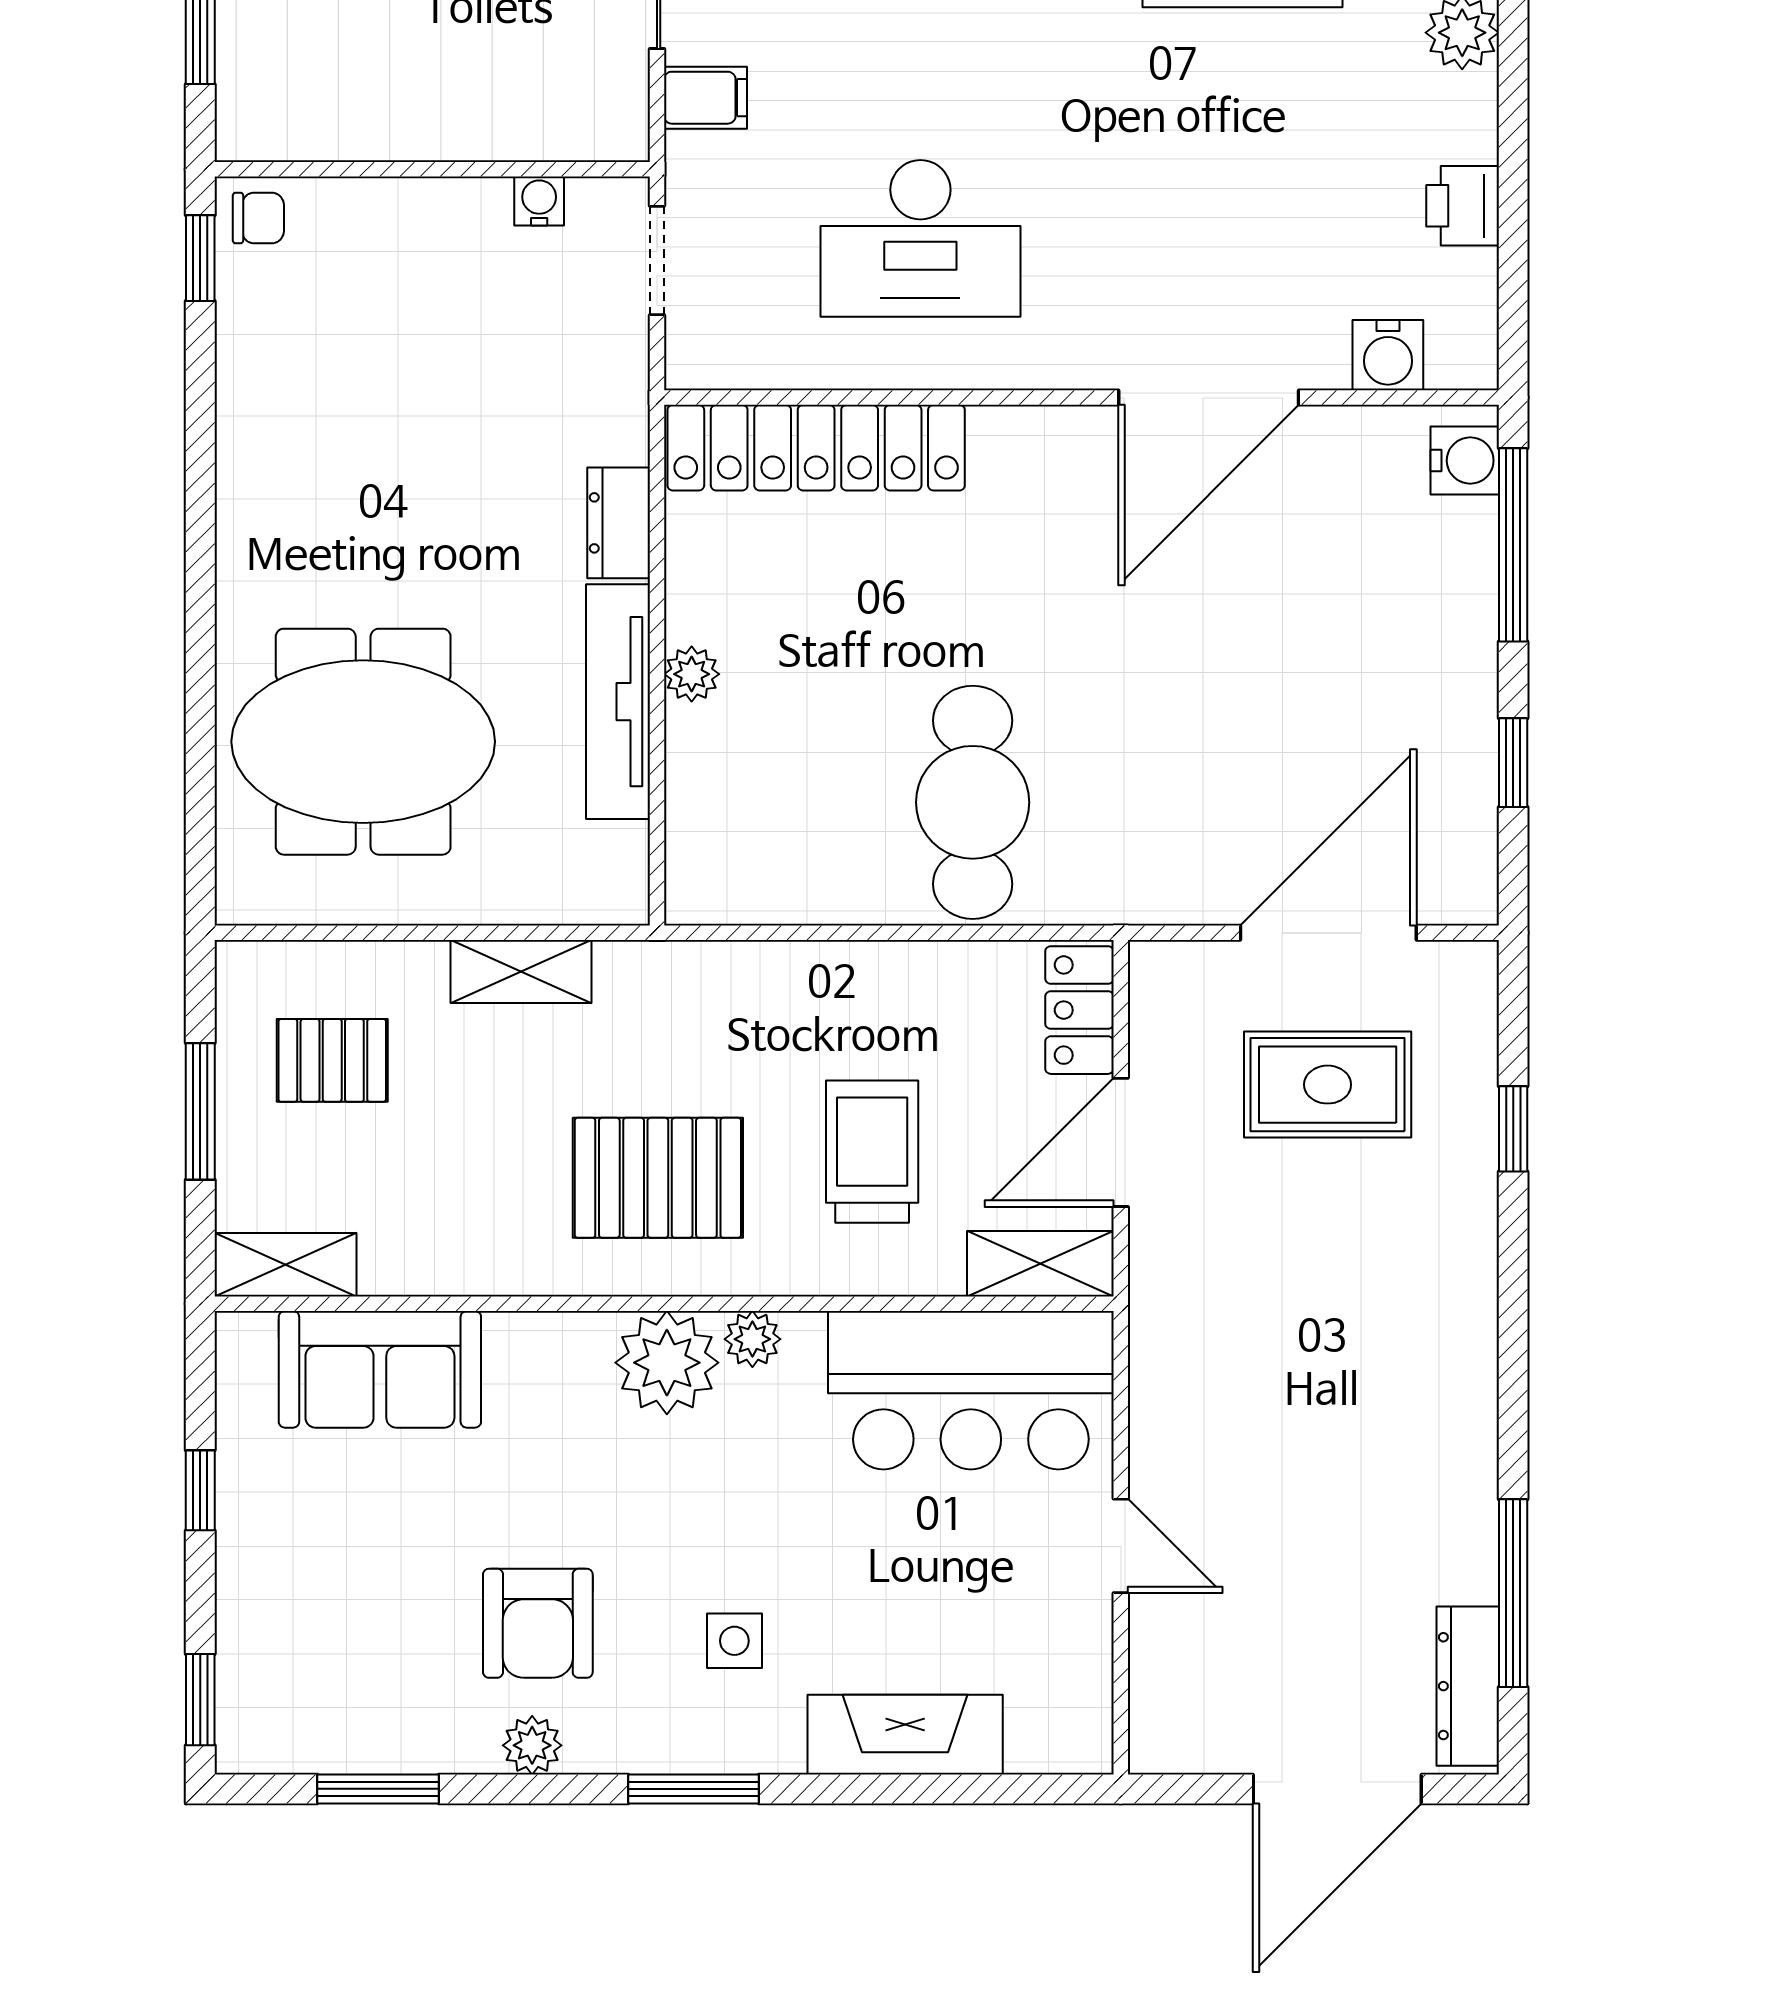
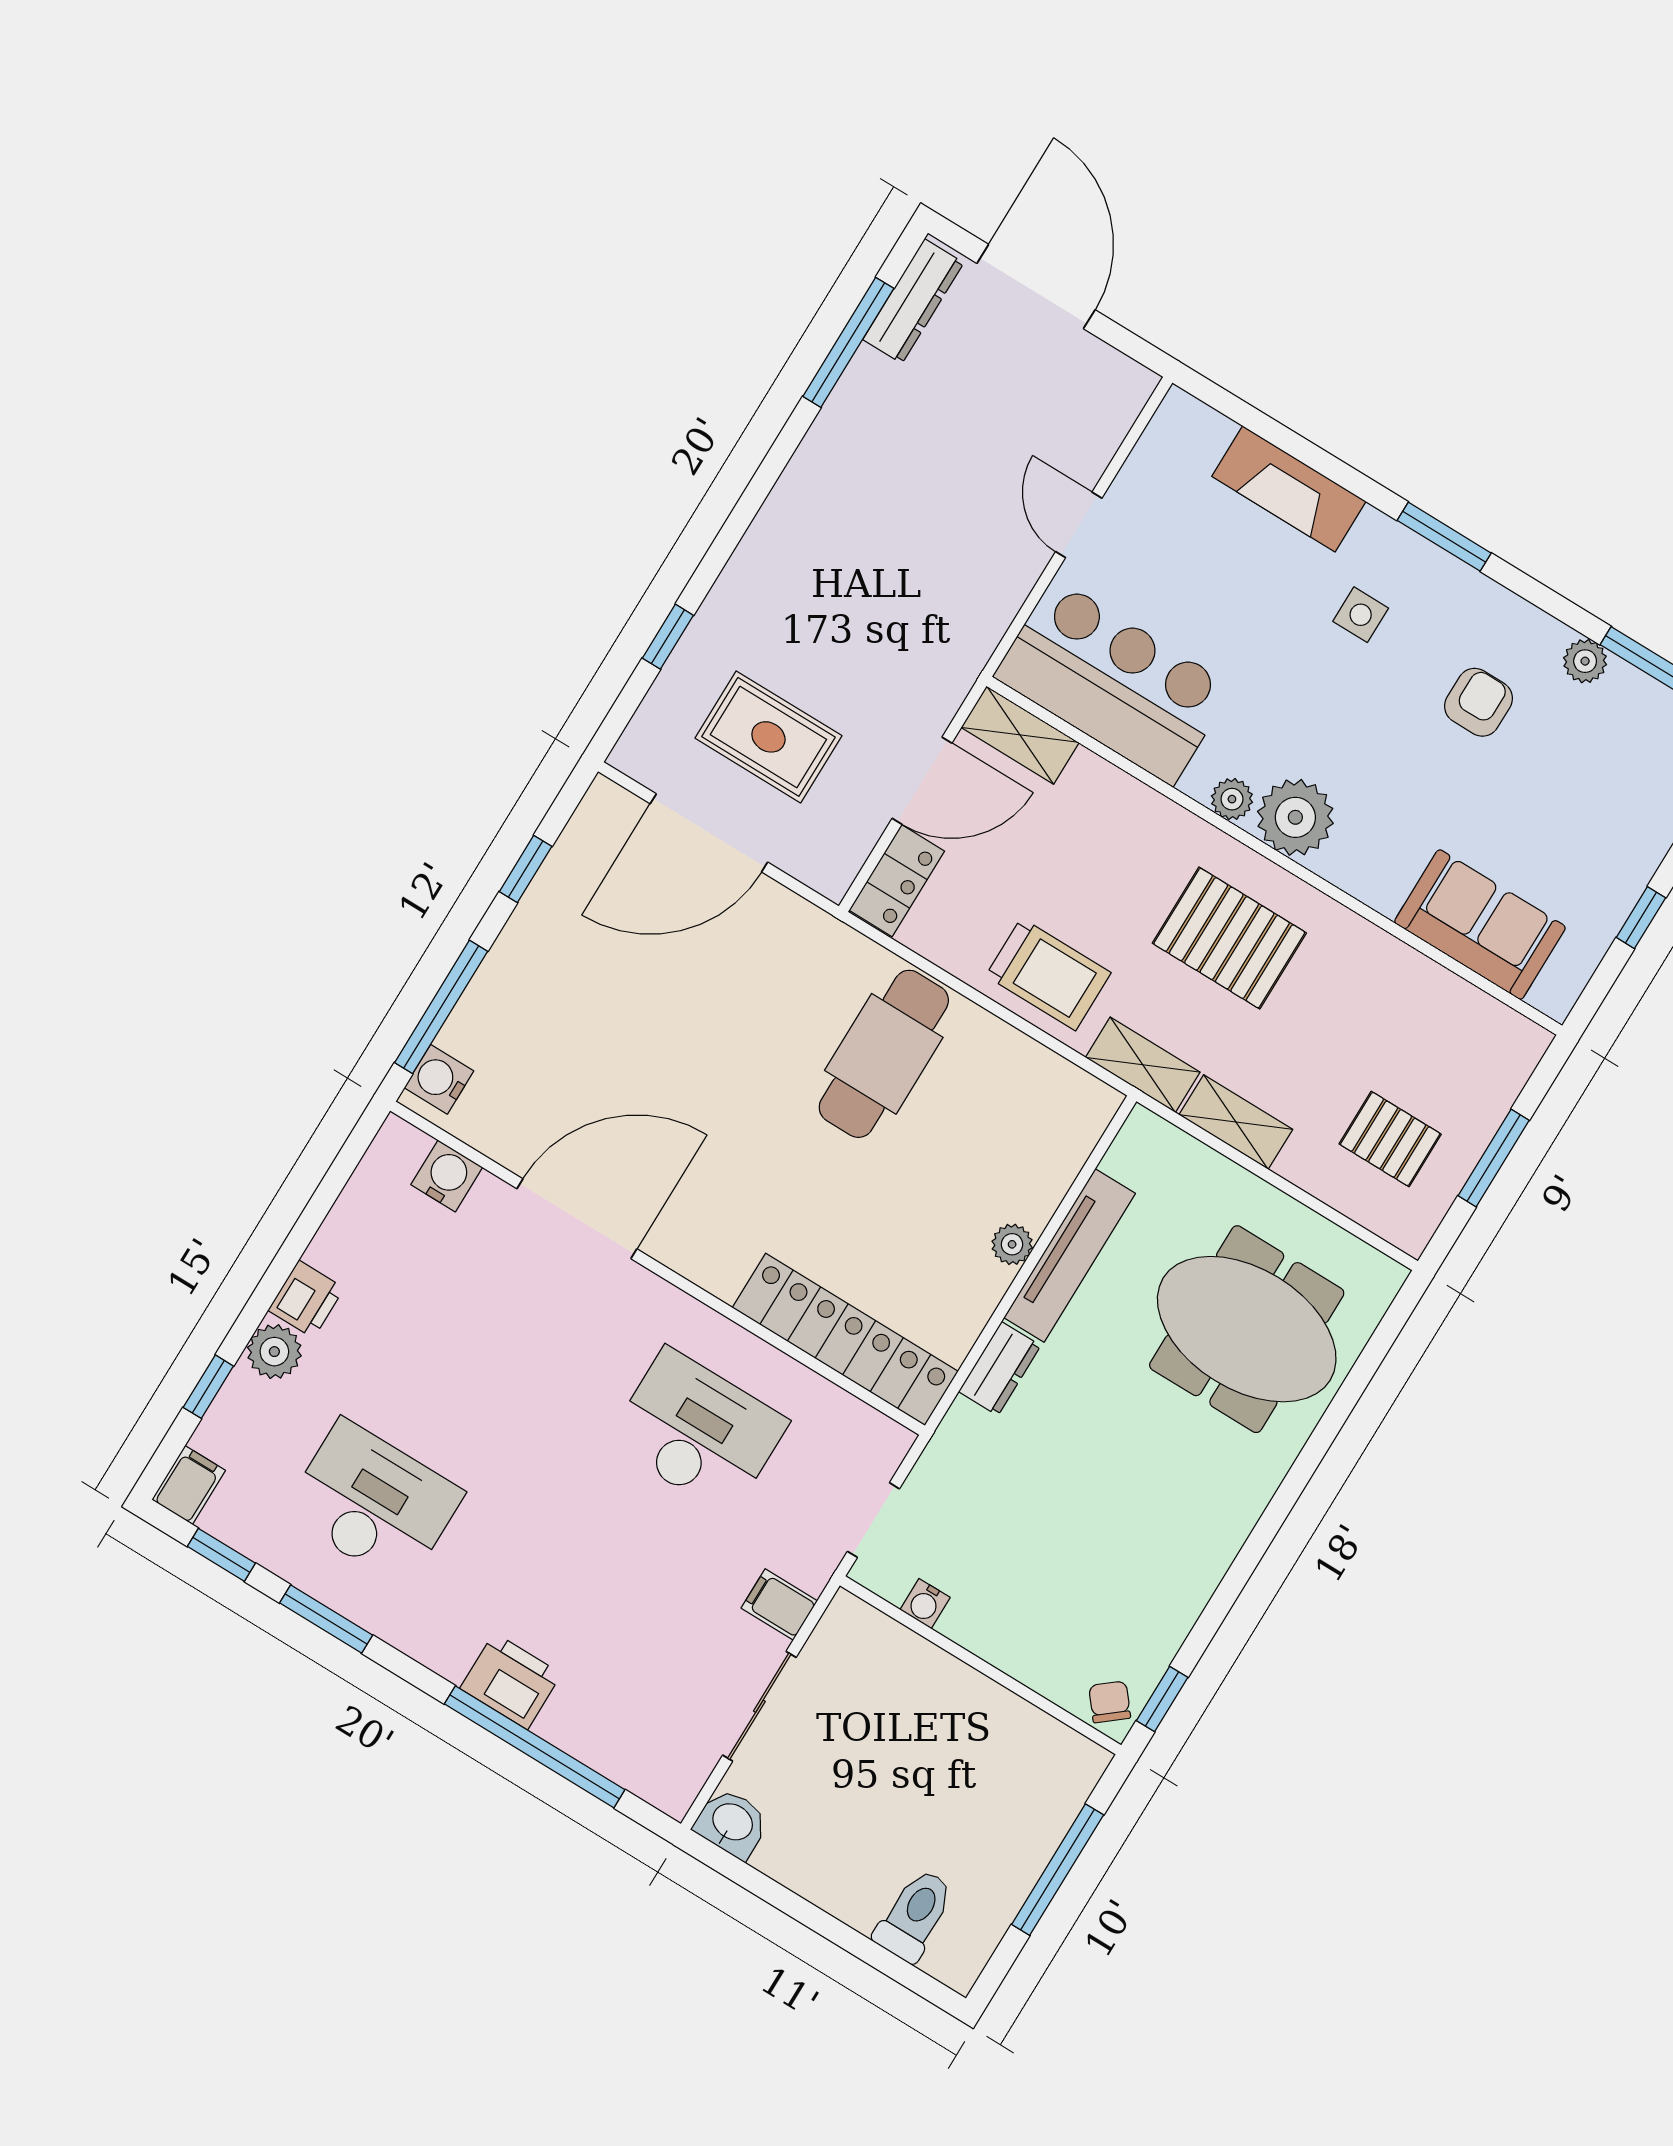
printer: (1463, 206) -> (306, 1299), moved
chair: (258, 218) -> (1110, 1702), turned 51
trolley: (872, 1152) -> (1048, 974), moved, turned -90
shelving: (285, 1265) -> (1143, 1065), moved
armchair: (538, 1623) -> (1478, 702), width x0.72, depth x0.72
plant: (532, 1745) -> (1585, 661), moved
door: (1337, 1789) -> (1036, 287), hinge flipped

